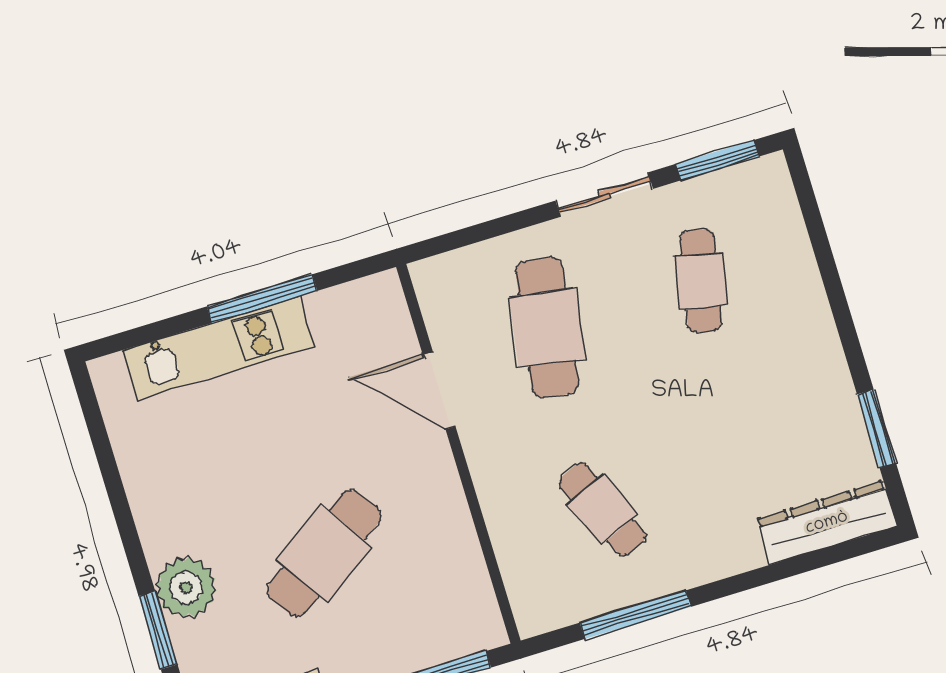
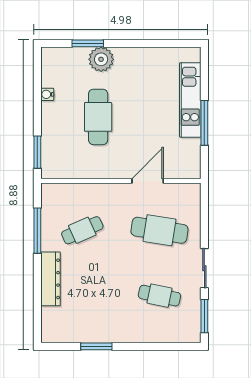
window: (877, 429) -> (96, 346), moved
dresser: (827, 523) -> (51, 279), moved
cafe table: (324, 553) -> (98, 117), turned 34

